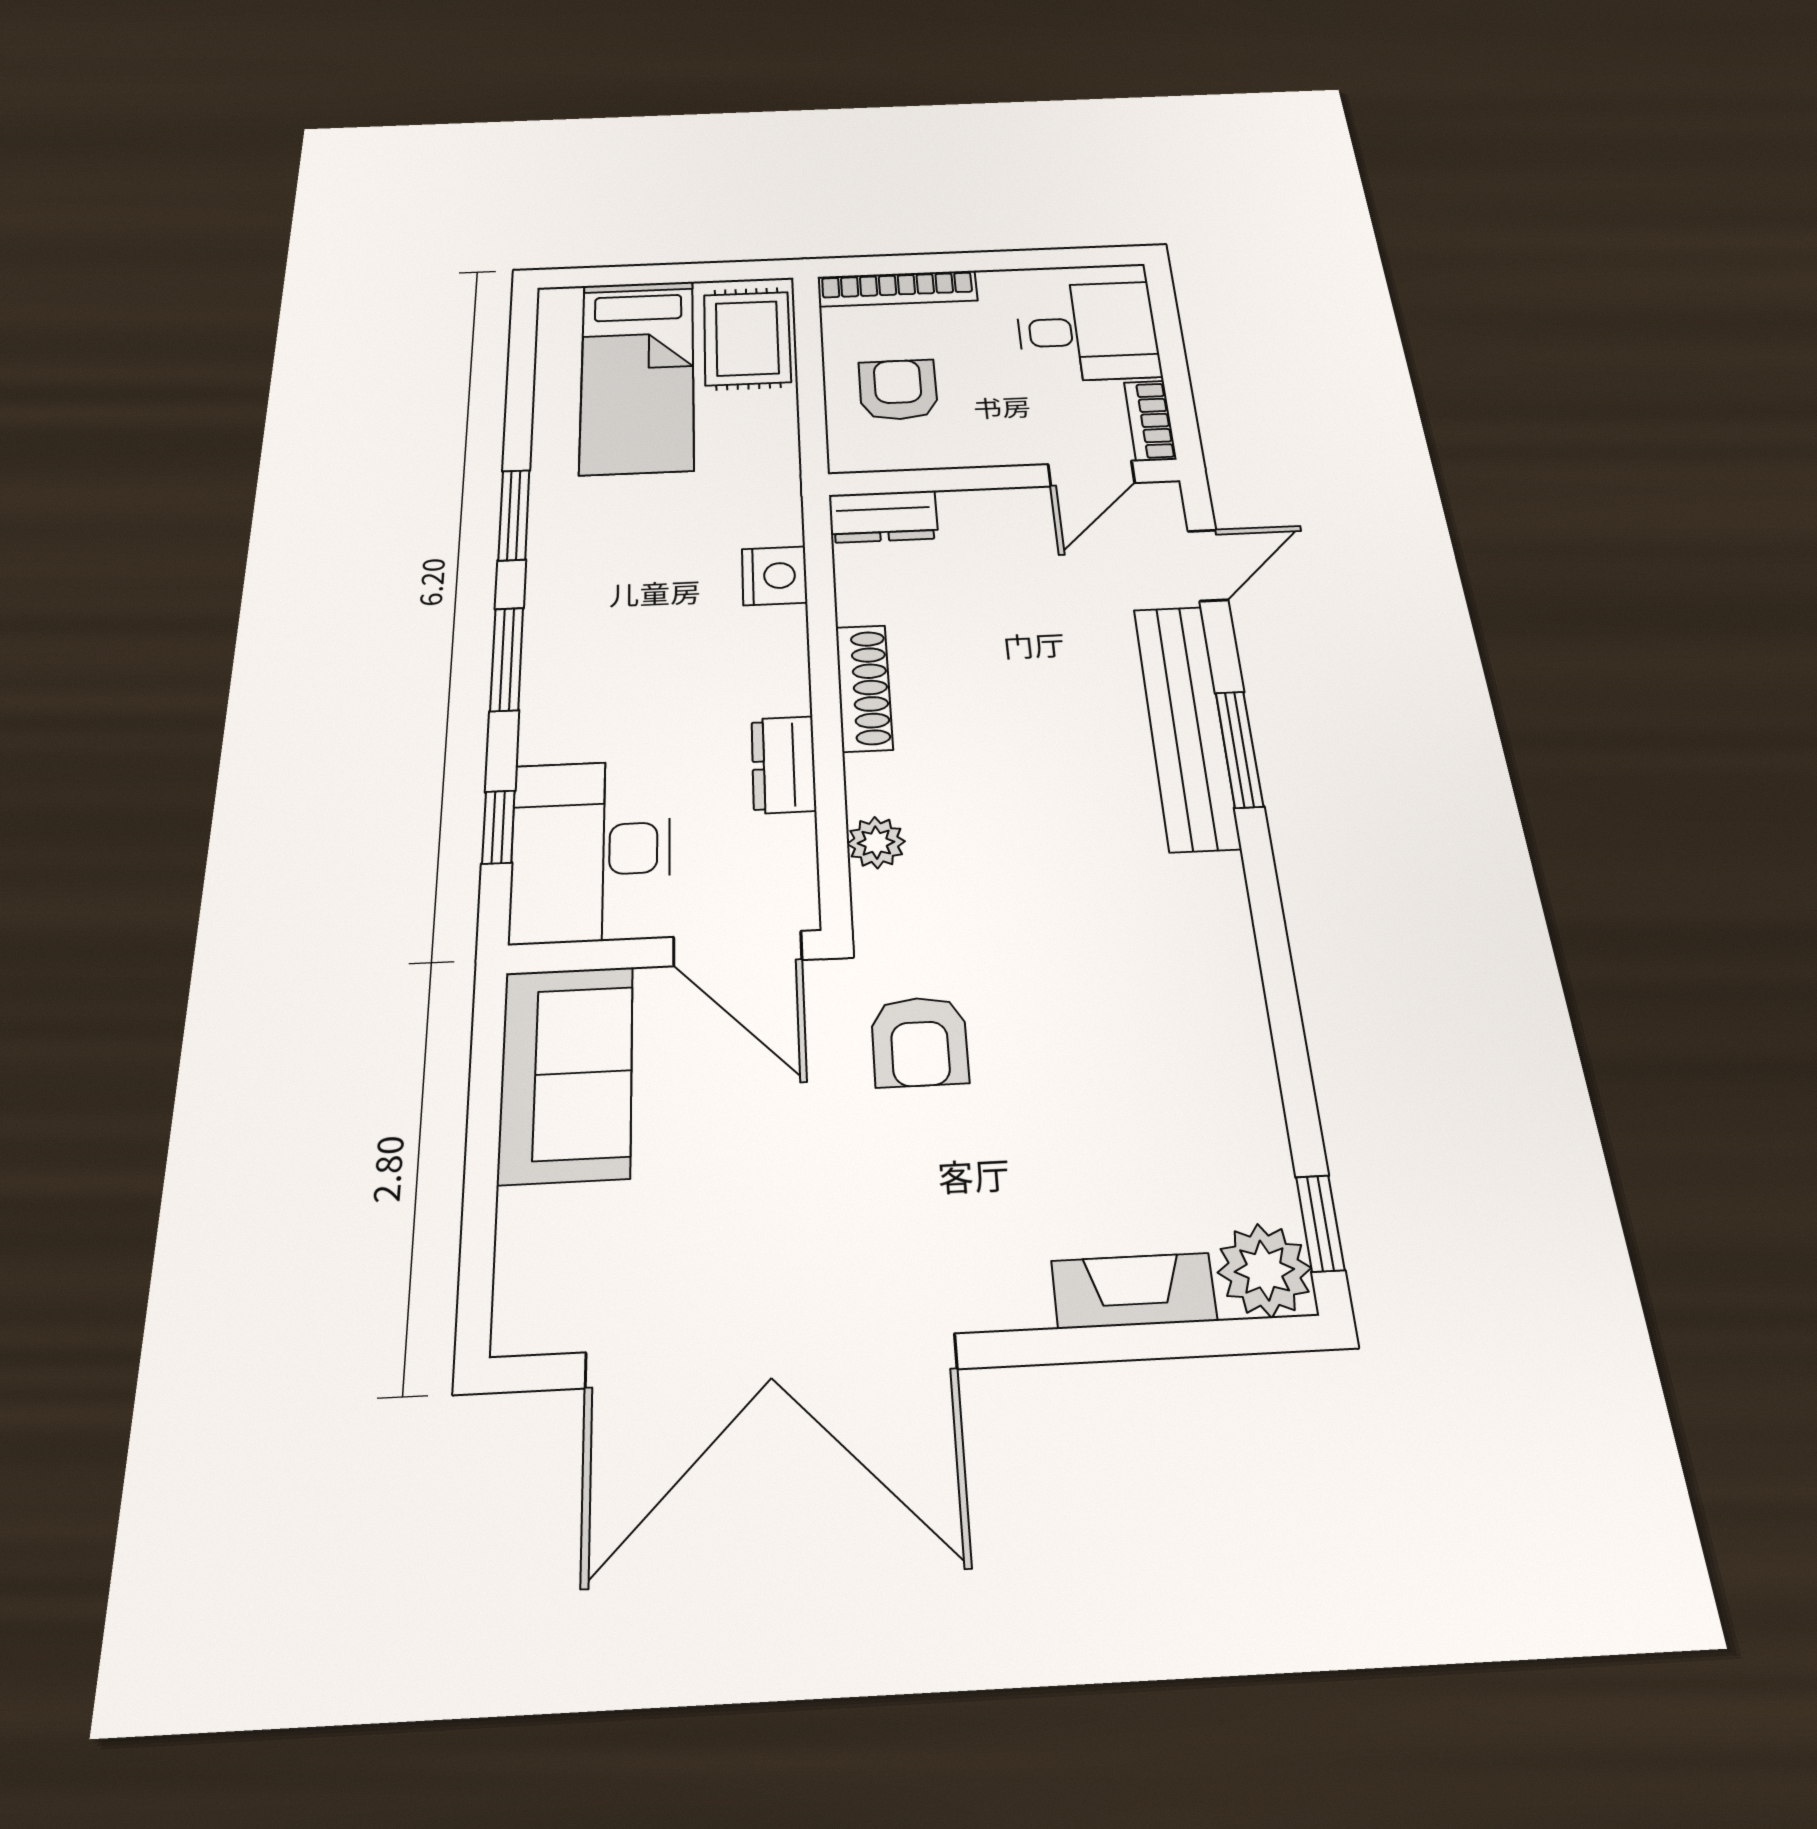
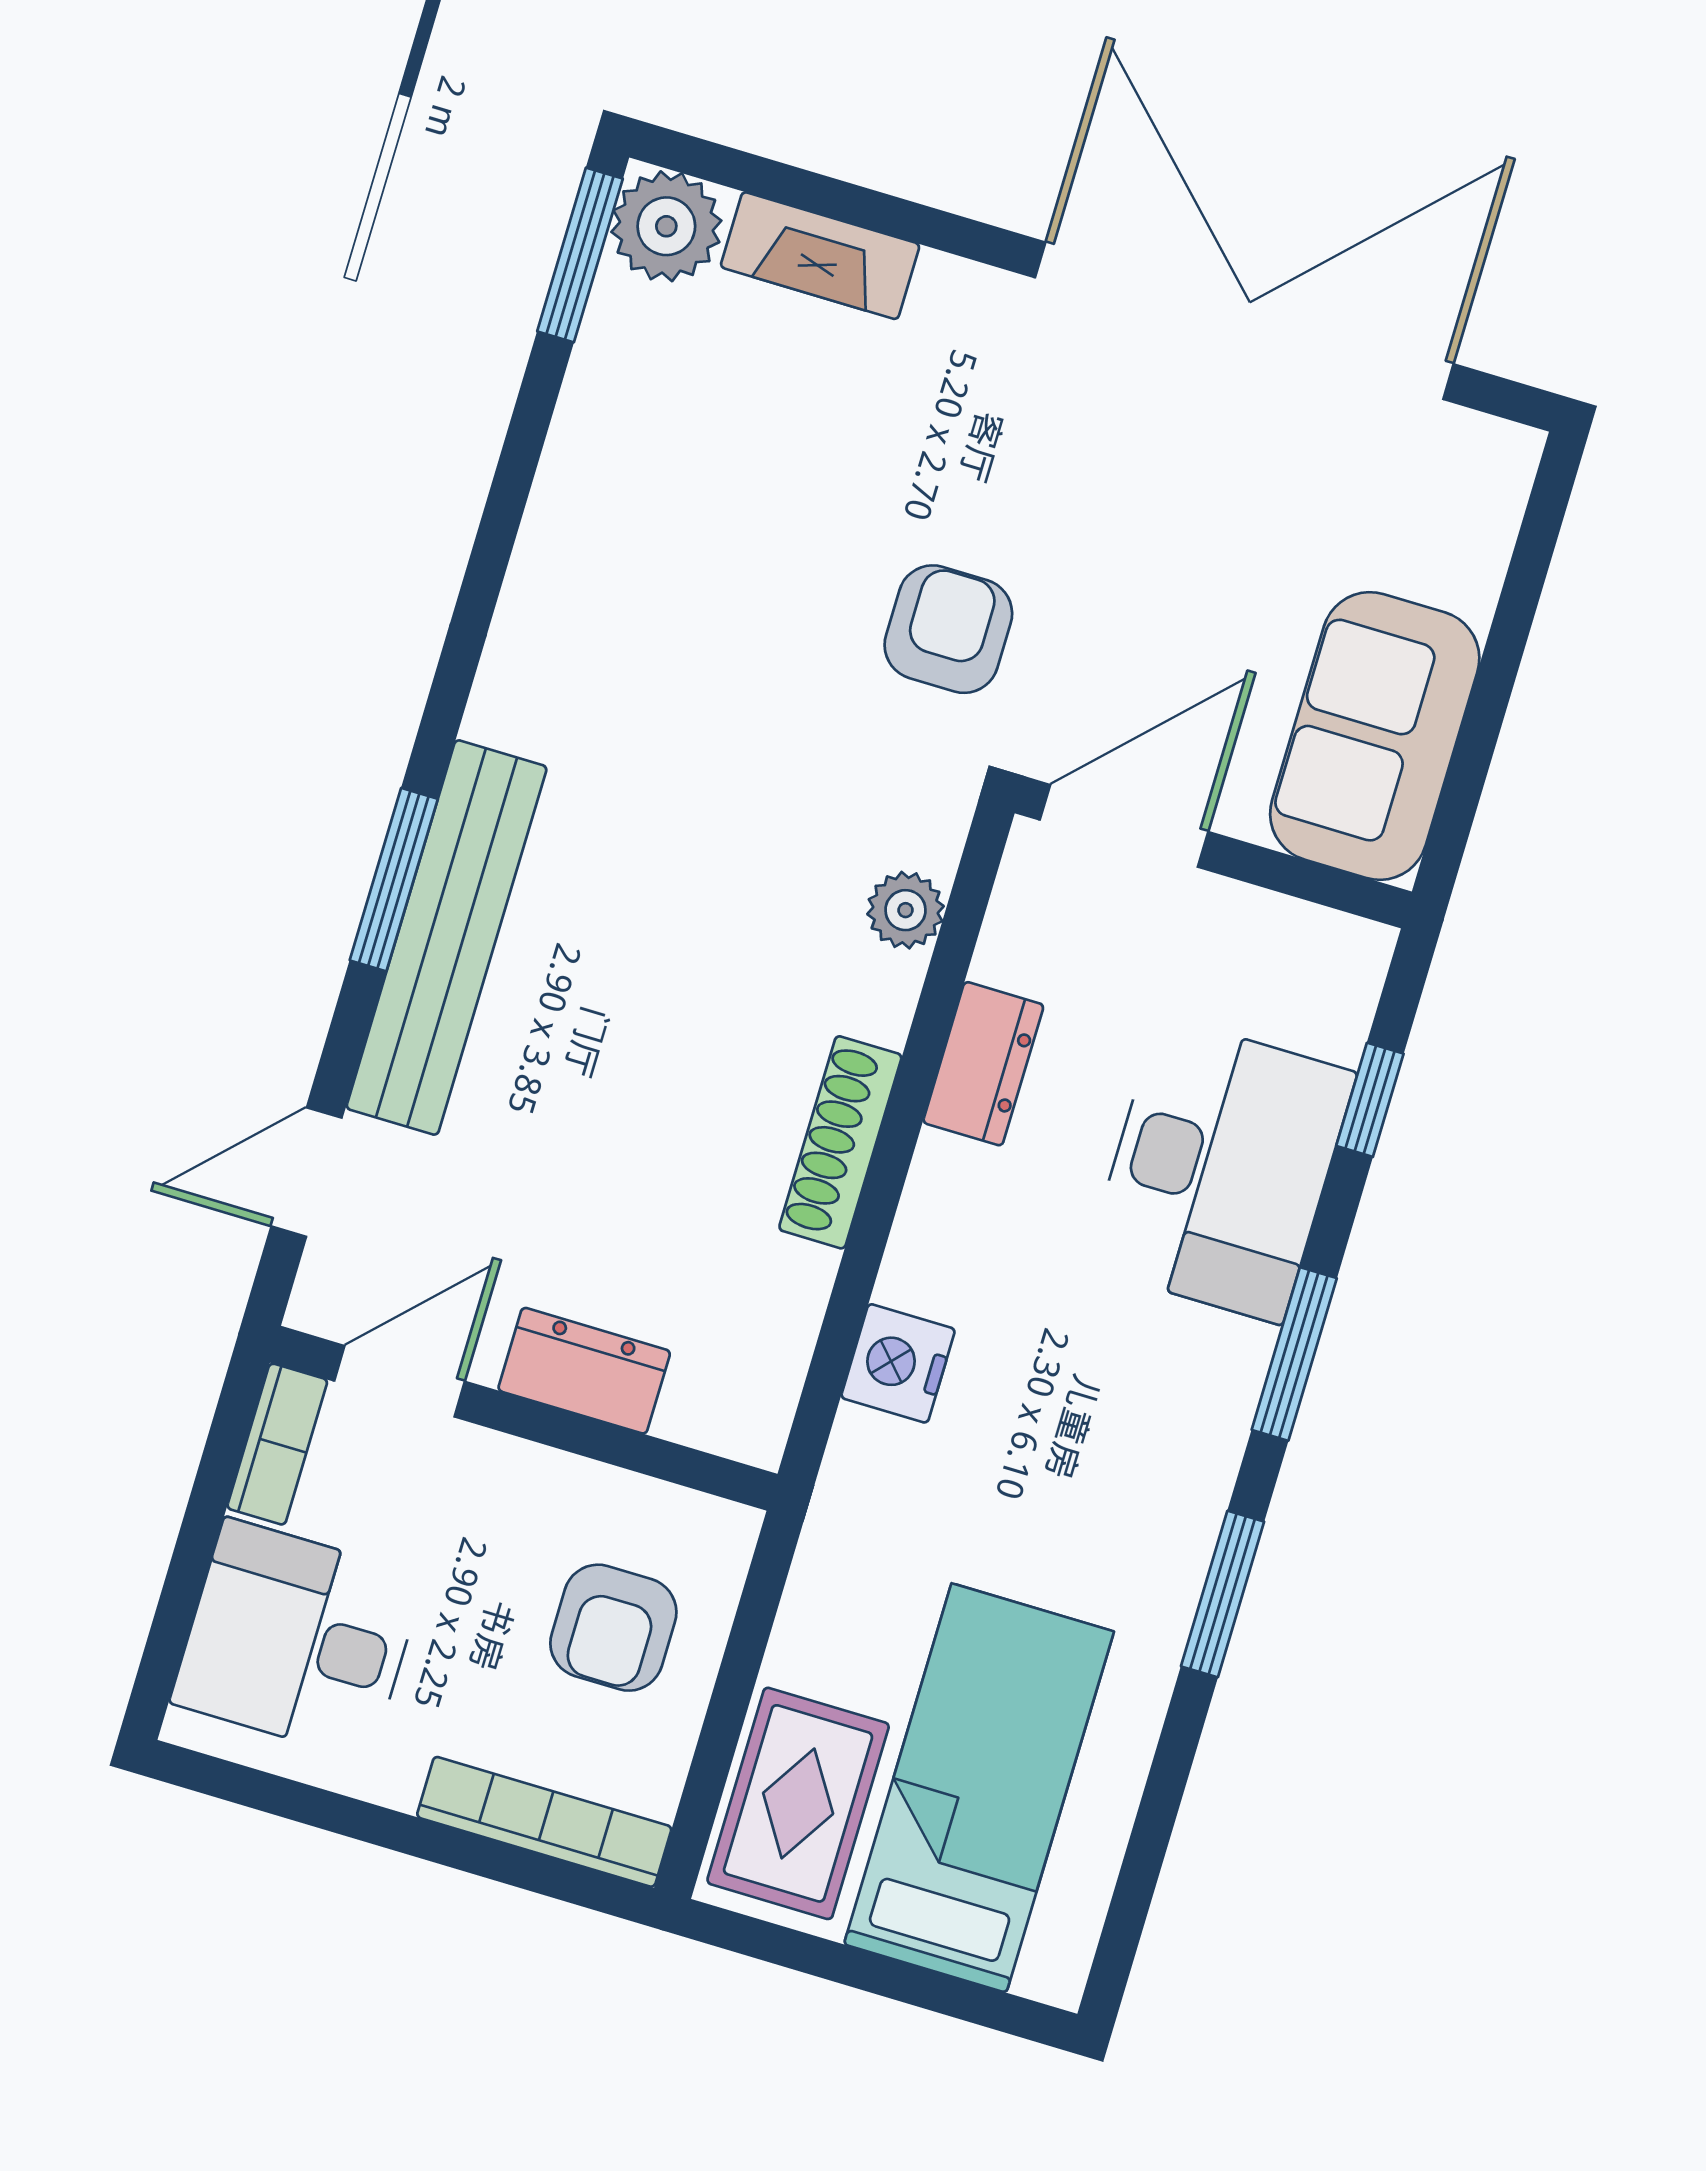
dresser: (883, 517) -> (584, 1371), moved
desk: (591, 850) -> (1221, 1170), moved
door: (738, 949) -> (1124, 826), hinge flipped
window: (1320, 1223) -> (580, 255), width x1.50

